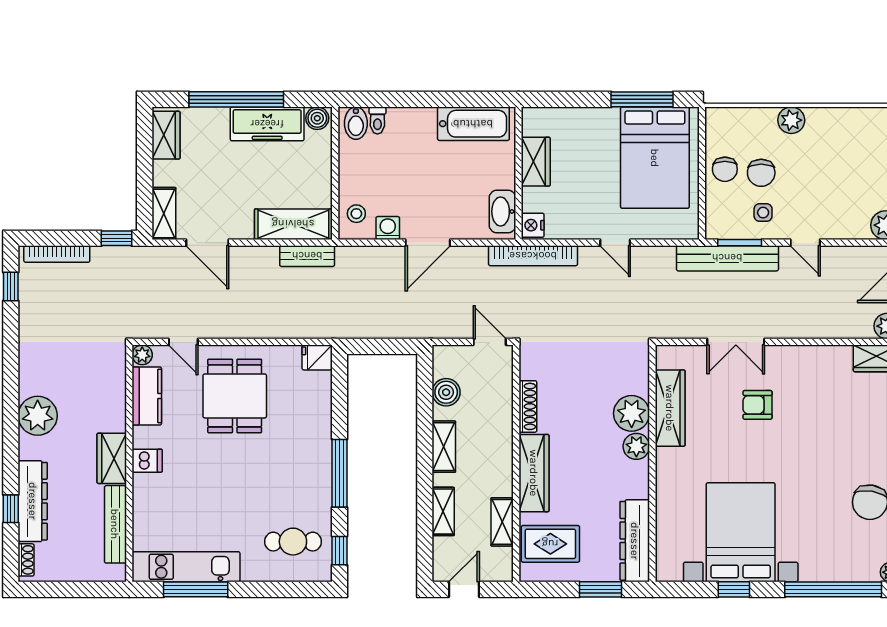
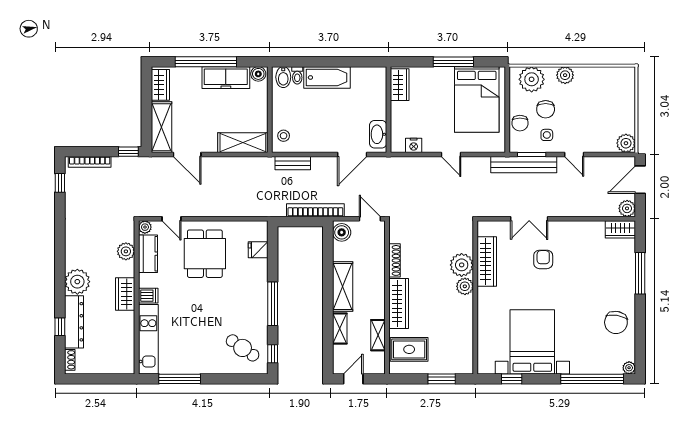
window: (642, 99) -> (453, 62), moved
bathtub: (473, 124) -> (327, 77), moved
plant: (739, 127) -> (532, 79), added
wardrobe: (536, 162) -> (400, 85), moved
chair: (725, 169) -> (520, 123), moved
shelving: (164, 214) -> (162, 127), width x1.50, depth x1.33
nightstand: (533, 225) -> (414, 145), moved, turned -90
washing machine: (388, 228) -> (304, 145), removed
door: (428, 243) -> (352, 154), moved
bench: (307, 256) -> (293, 163), moved
bookcase: (533, 256) -> (315, 210), moved, turned 180
fridge: (317, 357) -> (258, 250), moved
plant: (113, 392) -> (126, 251), added
boiler: (446, 392) -> (342, 232), moved
armchair: (758, 405) -> (543, 259), turned 90
plant: (38, 416) -> (77, 282), moved
shelving: (444, 447) -> (343, 286), width x1.50, depth x1.33
bench: (115, 524) -> (128, 337), removed
dresser: (635, 541) -> (464, 347), removed
cafe table: (293, 542) -> (243, 348), turned 35
kitchen unit: (186, 567) -> (148, 339), moved, turned 90
window: (734, 589) -> (512, 379), moved

